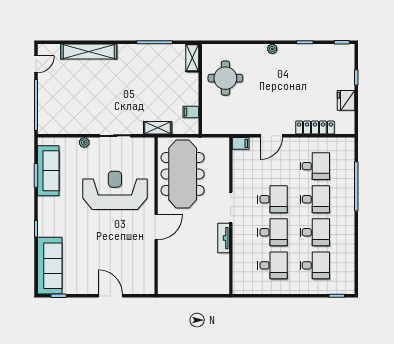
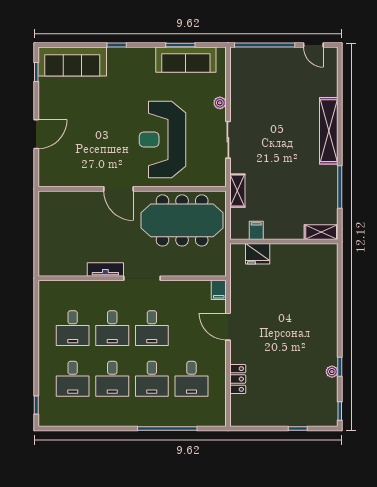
plant: (272, 49) -> (332, 372), moved
shelving: (89, 51) -> (329, 131), moved
round table: (225, 78) -> (297, 272), removed
fridge: (346, 100) -> (258, 254), moved, turned 180
locker: (315, 127) -> (238, 379), width x0.66
reception desk: (115, 190) -> (162, 140), turned 180

